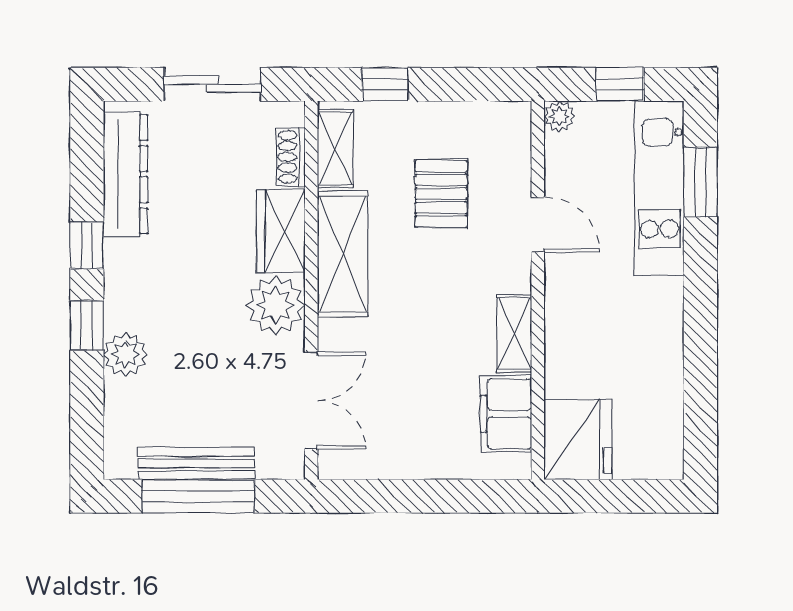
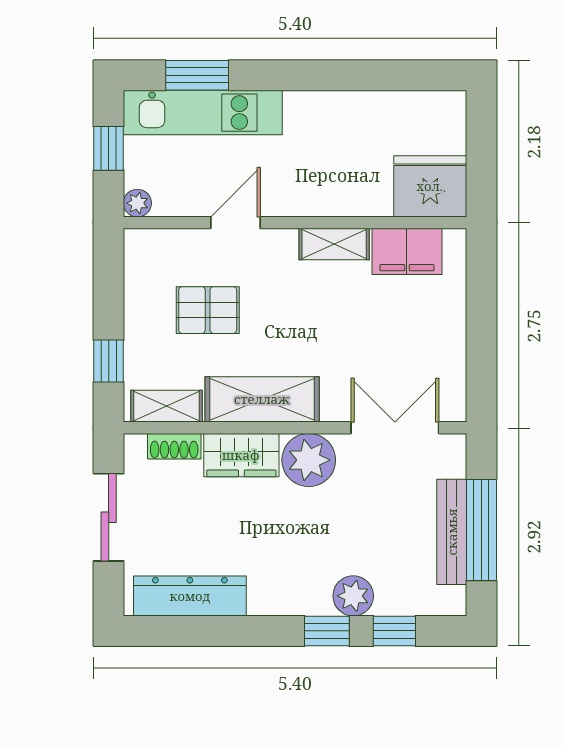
window: (87, 246) -> (394, 631), moved

